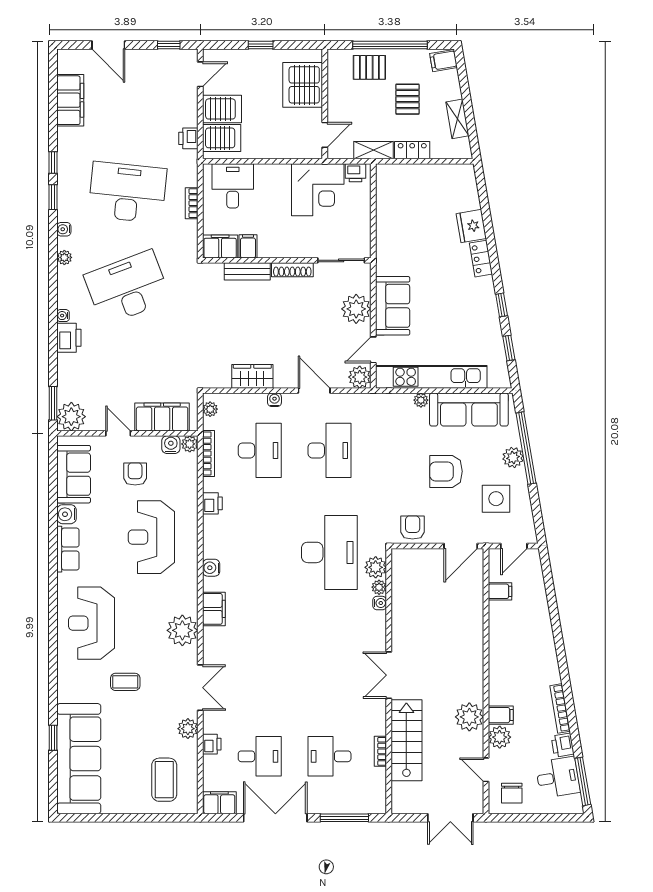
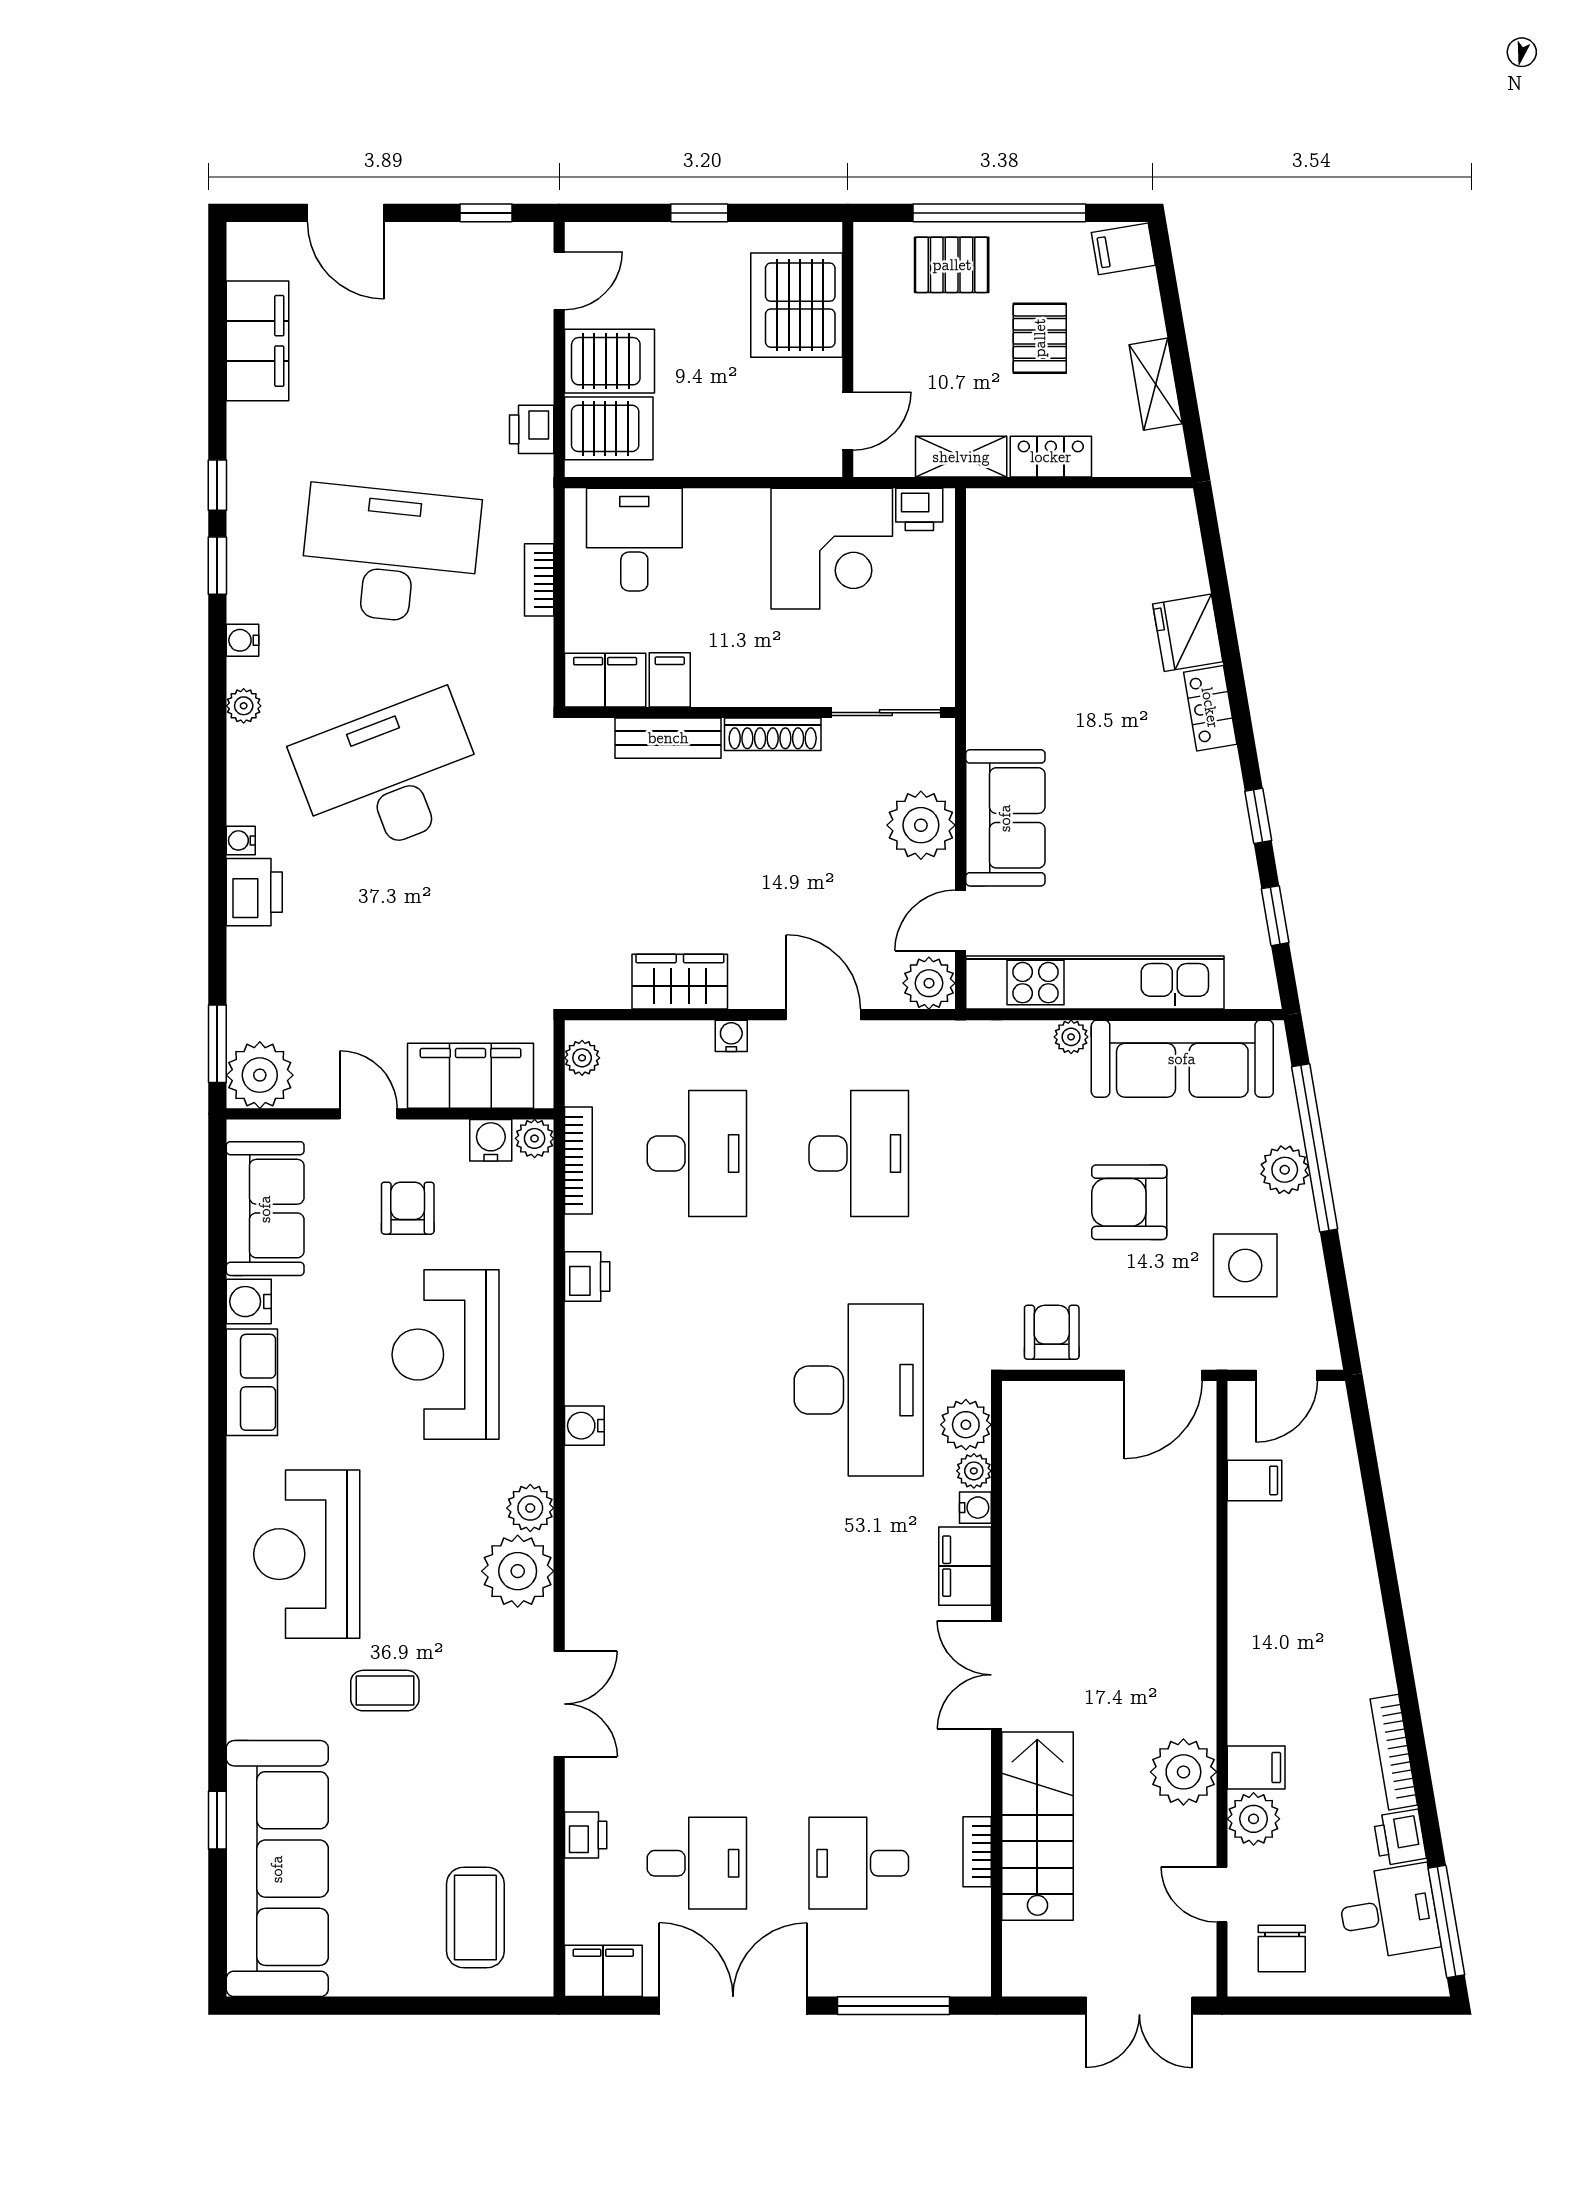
filing cabinet: (214, 609) -> (965, 1566), moved, turned 180
plant: (188, 729) -> (530, 1508), moved

